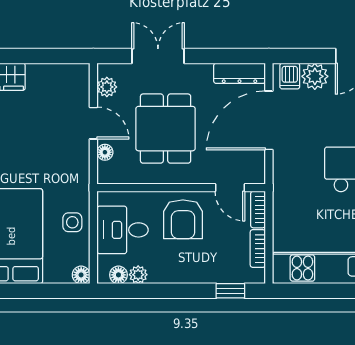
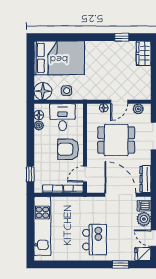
floor lamp: (81, 275) -> (43, 91), width x1.89, depth x1.89

